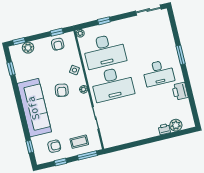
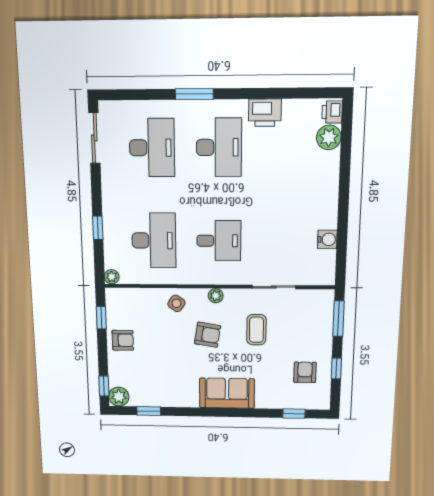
desk: (150, 40) -> (152, 148), added
armchair: (58, 44) -> (123, 340), moved
plant: (28, 48) -> (119, 397), moved
desk: (104, 51) -> (154, 240), width x0.73, depth x0.77
desk: (112, 84) -> (219, 241), width x0.53, depth x0.77
sofa: (34, 108) -> (227, 393), width x0.54, depth x0.79
printer: (164, 129) -> (332, 112), moved
water cooler: (126, 138) -> (327, 239), added
coffee table: (79, 142) -> (256, 330), moved

